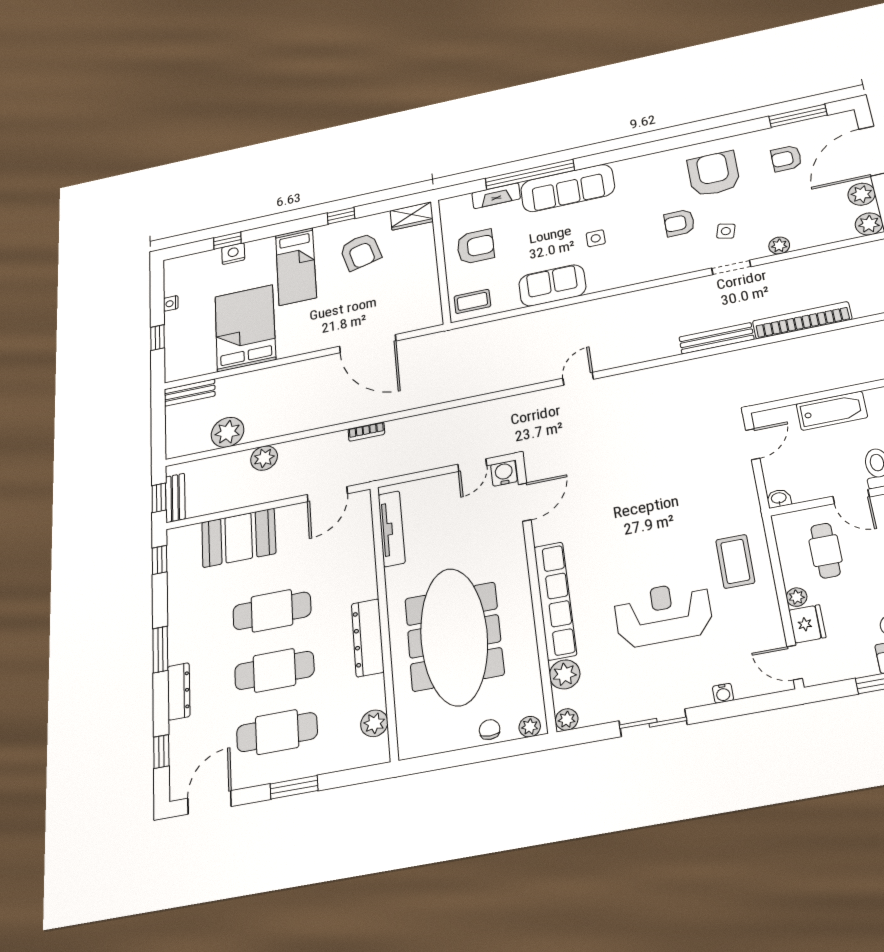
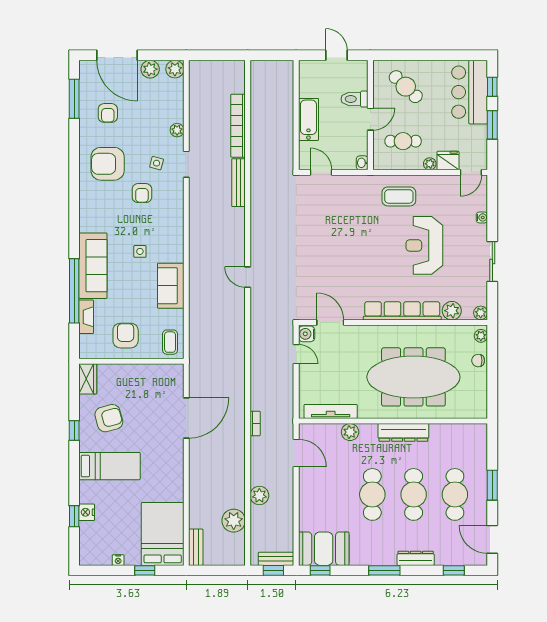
bed: (245, 328) -> (163, 534), moved, turned 90
booth: (239, 538) -> (324, 549), moved, turned 90
plant: (374, 723) -> (350, 432), moved

